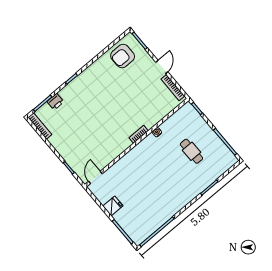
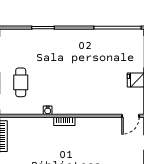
cafe table: (191, 151) -> (21, 82), moved

